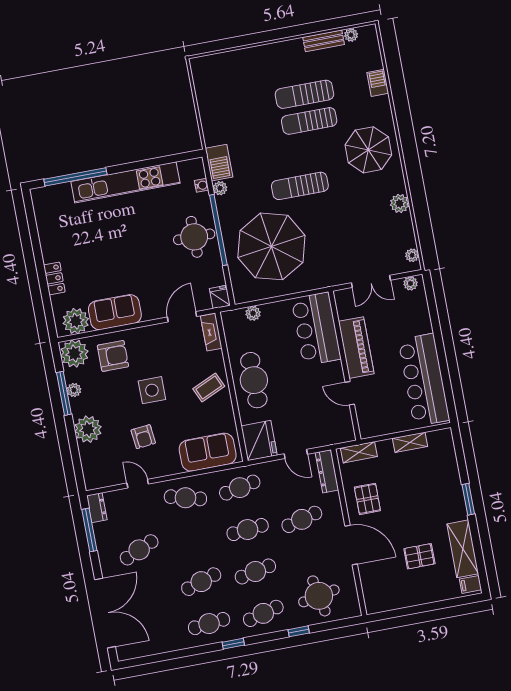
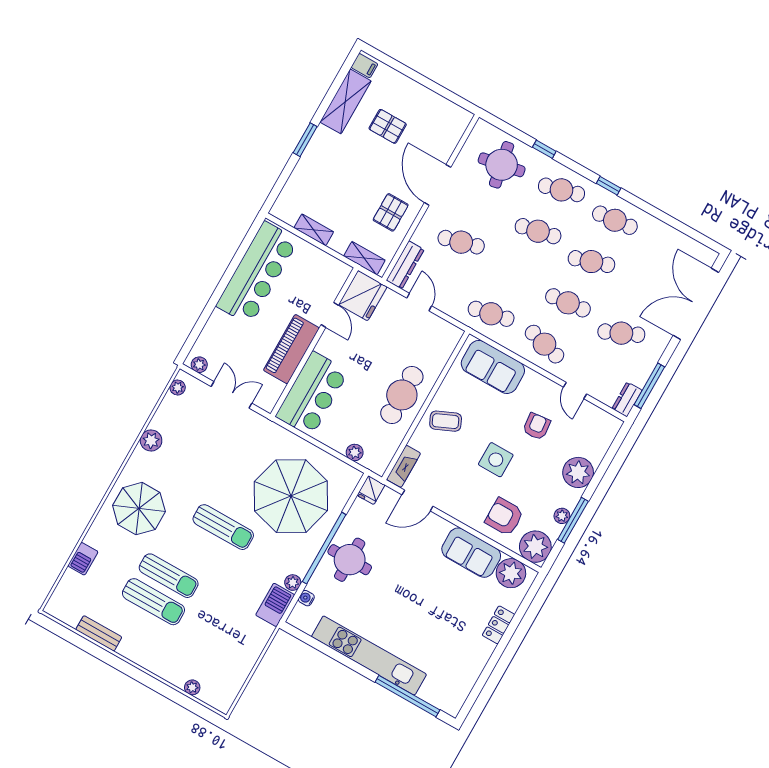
plant: (351, 35) -> (192, 687), moved
fridge: (259, 441) -> (363, 296), moved, turned 180
cafe table: (248, 530) -> (568, 303), moved

